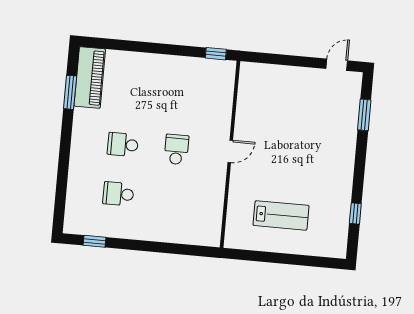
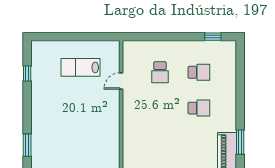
school desk: (176, 149) -> (160, 72), moved
door: (230, 151) -> (121, 81), moved

